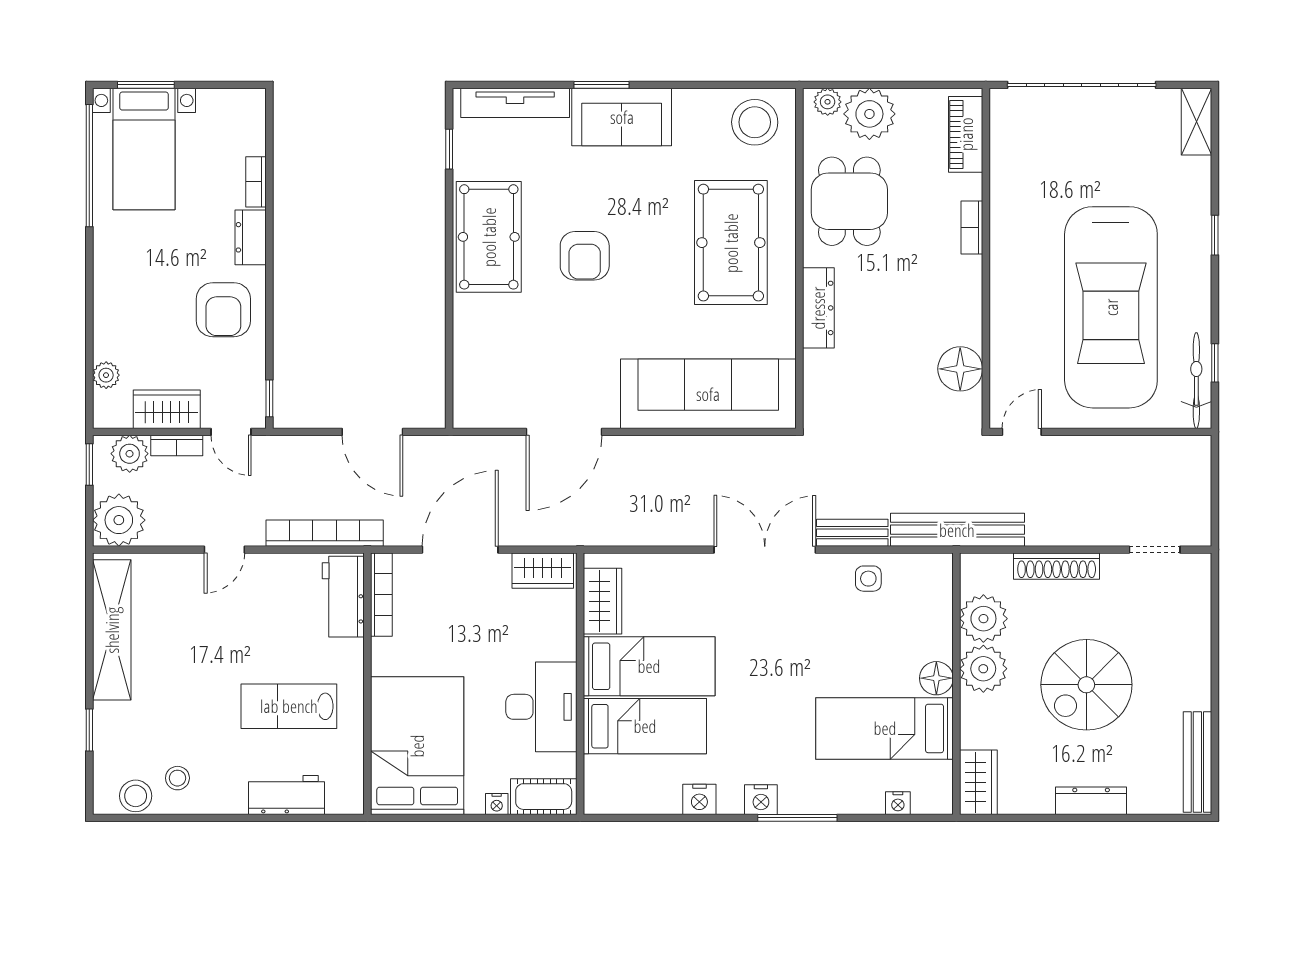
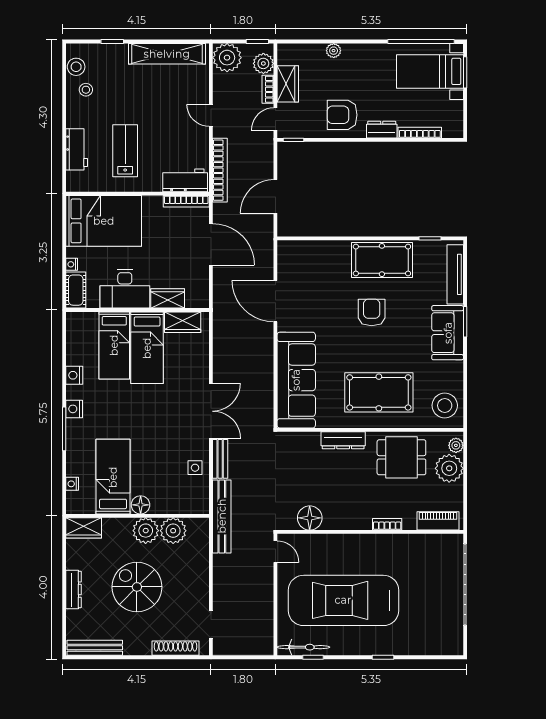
shelving: (1196, 122) -> (445, 647), removed
bookcase: (256, 182) -> (420, 133), width x1.56
armchair: (585, 256) -> (372, 312), turned 90
plant: (106, 375) -> (334, 51), moved
shoe rack: (1057, 566) -> (176, 648), moved, turned 90
wardrobe: (543, 571) -> (168, 298), moved, turned 90

